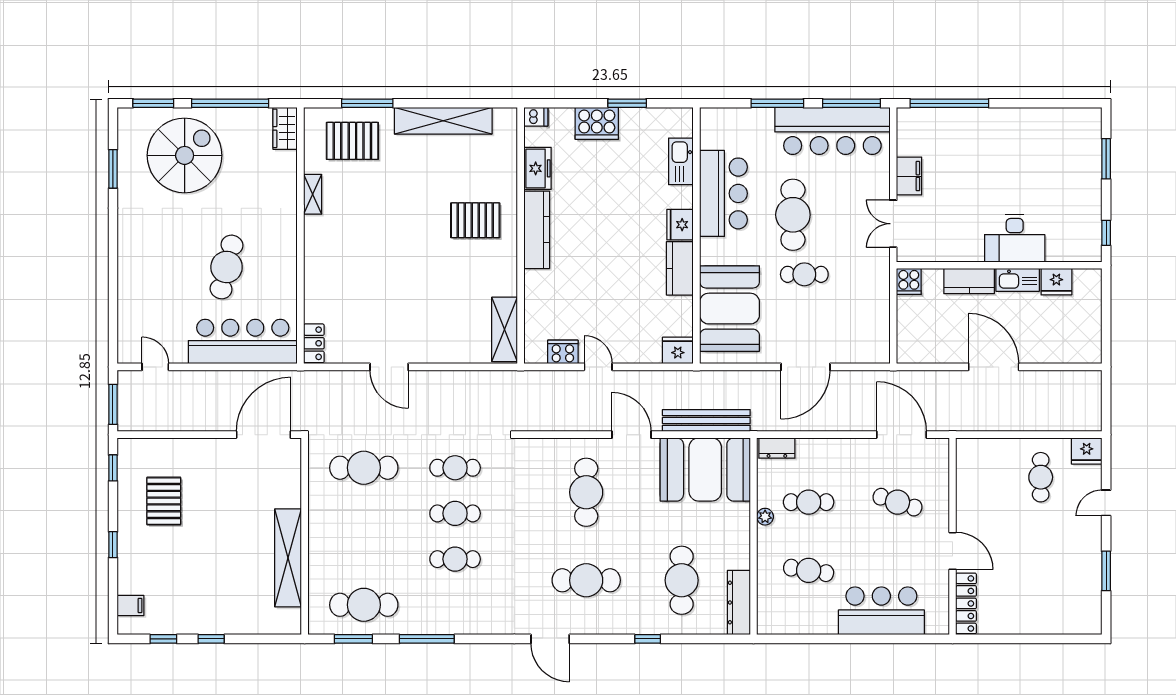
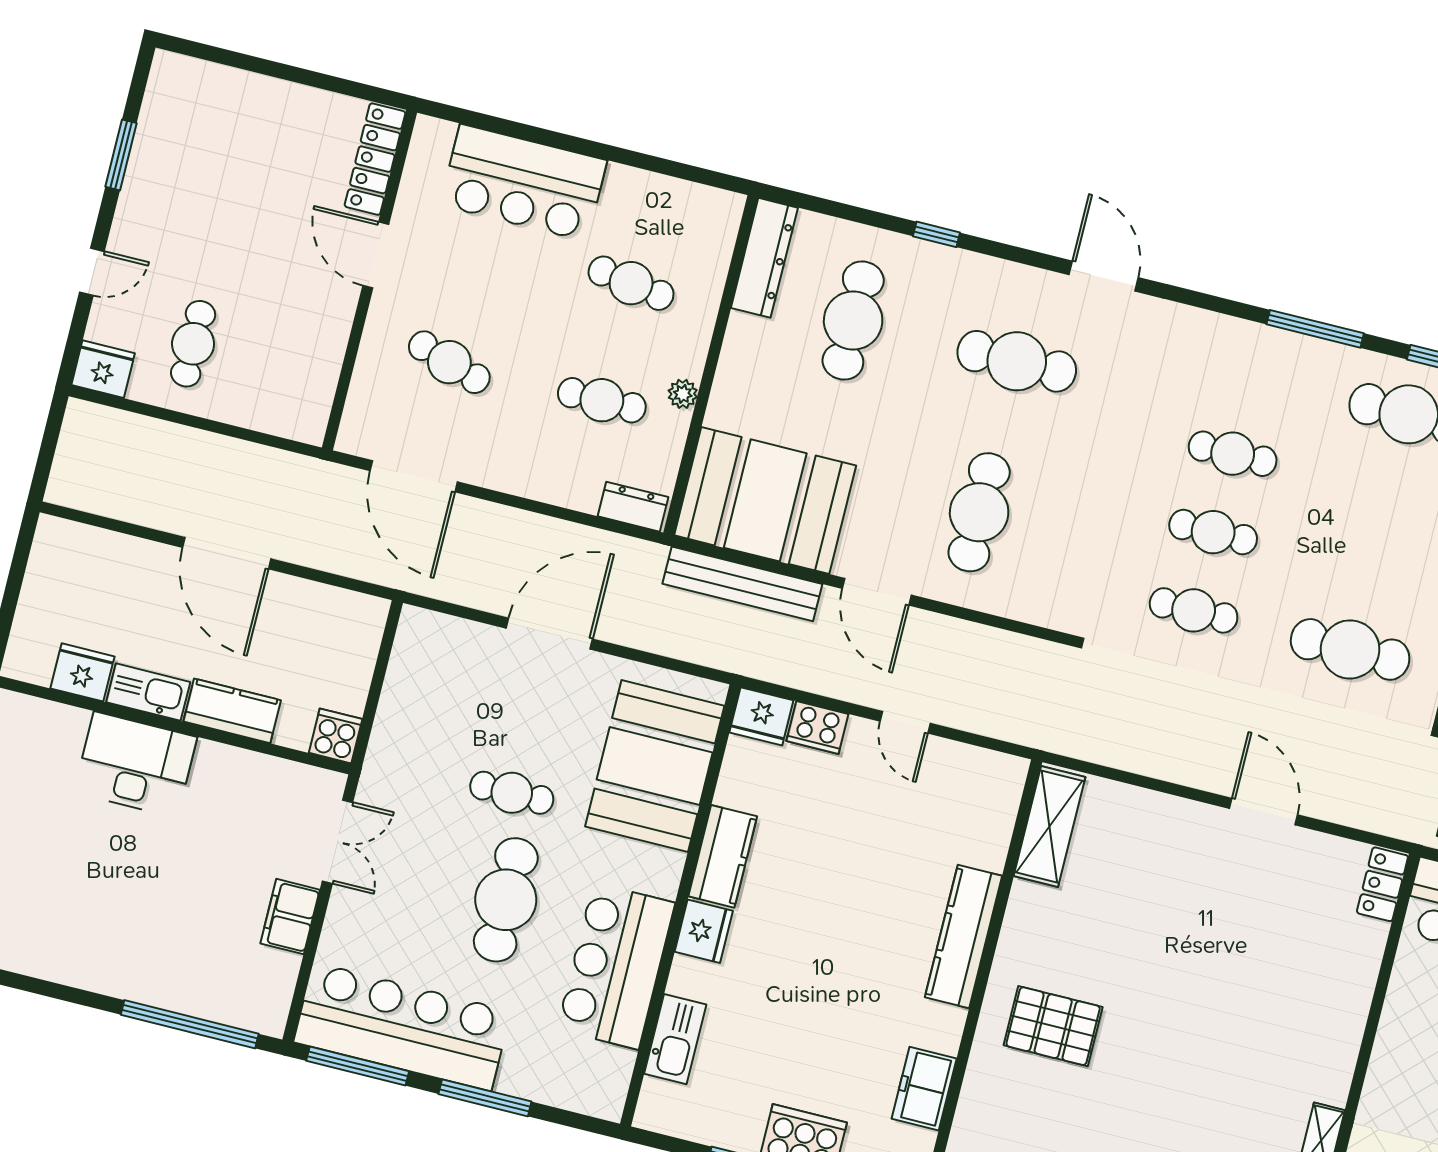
kitchen counter: (537, 230) -> (964, 937), moved
cooker: (563, 352) -> (817, 728), moved

